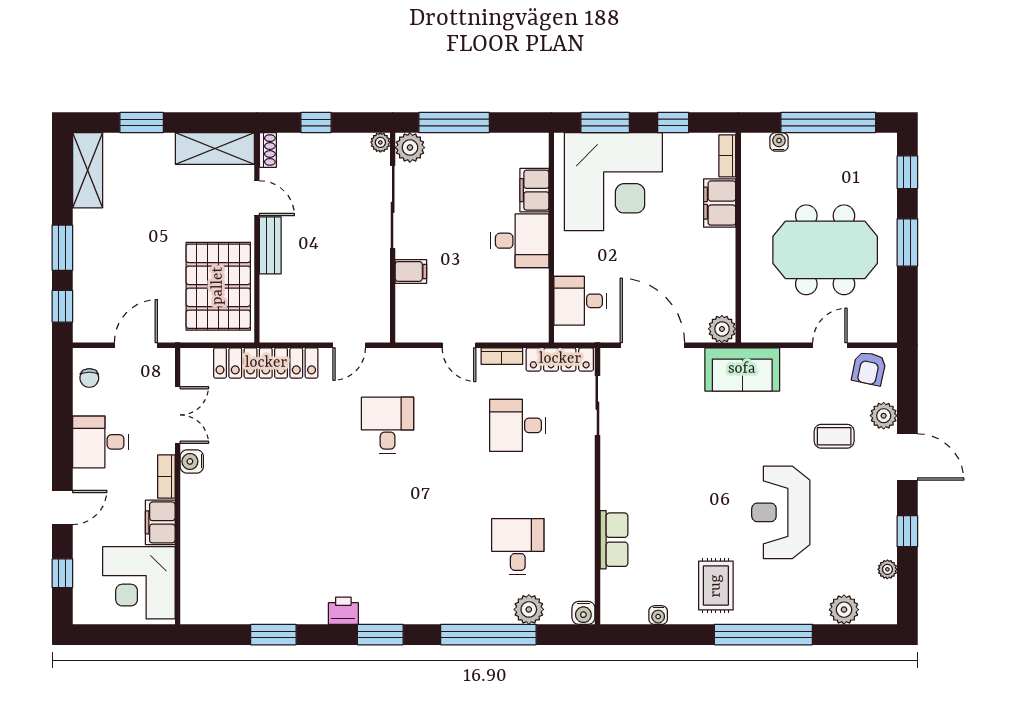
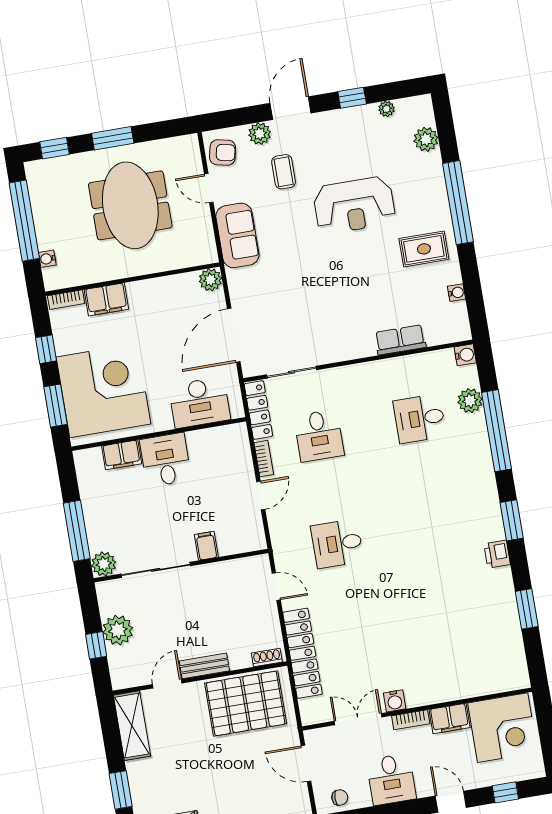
plant: (380, 142) -> (118, 630), moved, width x1.87, depth x1.87
shoe rack: (268, 150) -> (267, 658), moved
desk: (580, 301) -> (199, 403), width x1.37
sofa: (742, 369) -> (237, 235), moved

